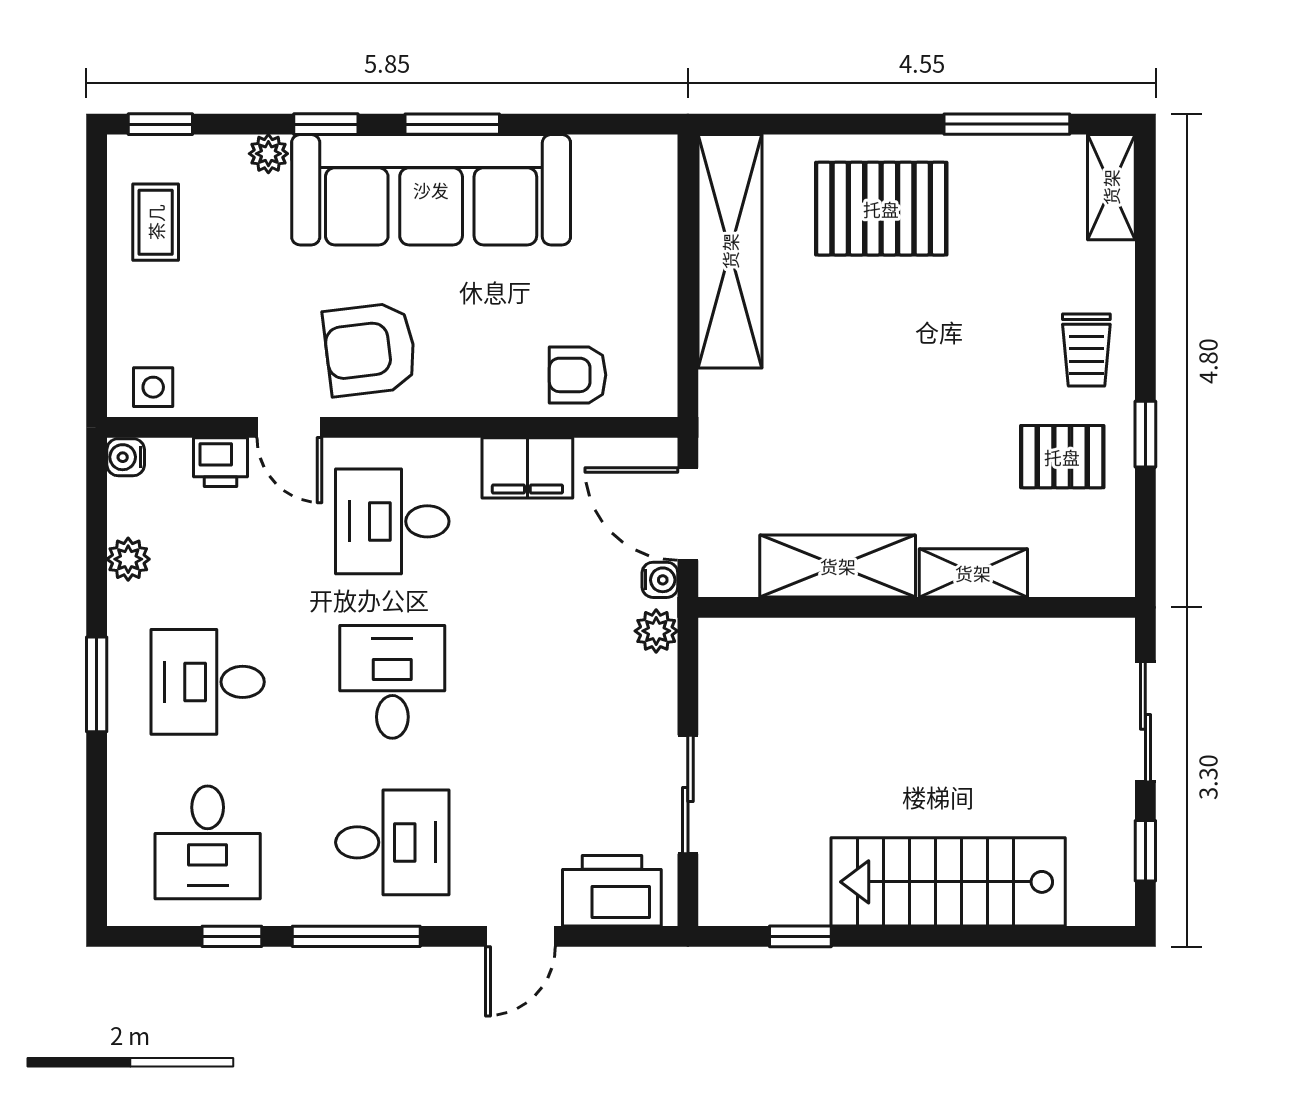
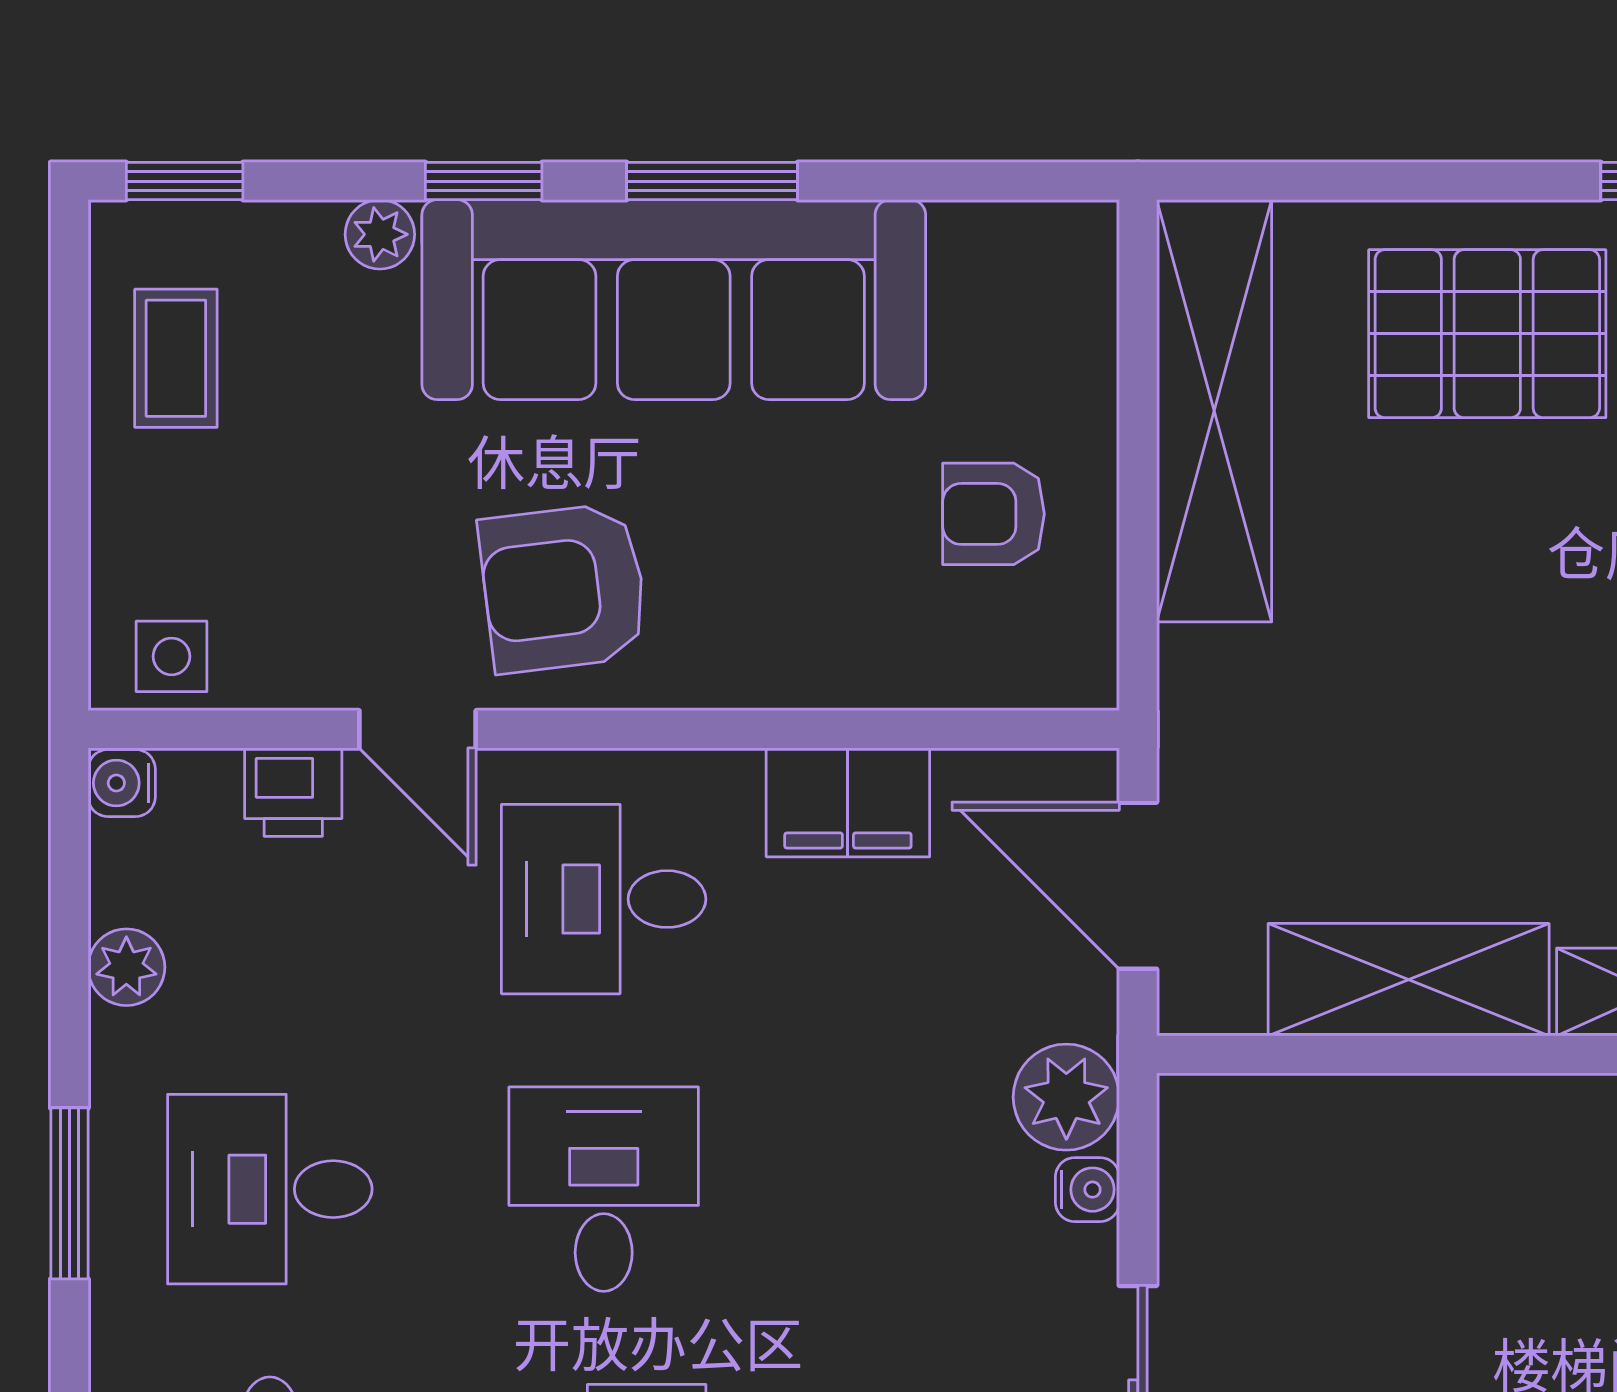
armchair: (578, 375) -> (994, 514), moved
water cooler: (660, 580) -> (1087, 1190), moved
plant: (656, 631) -> (1066, 1097), width x1.38, depth x1.38

